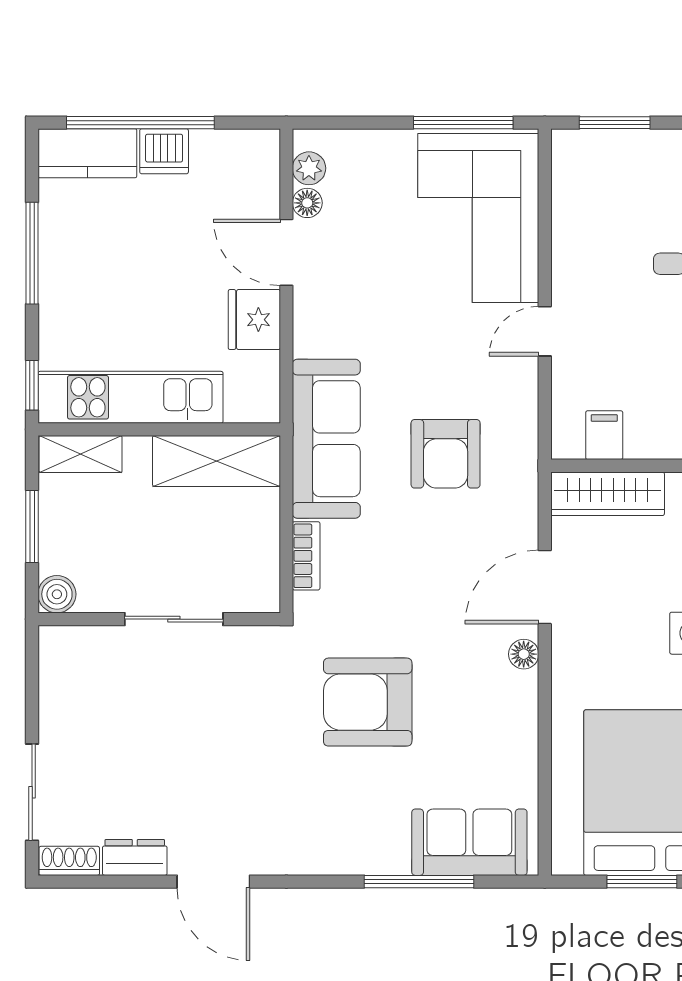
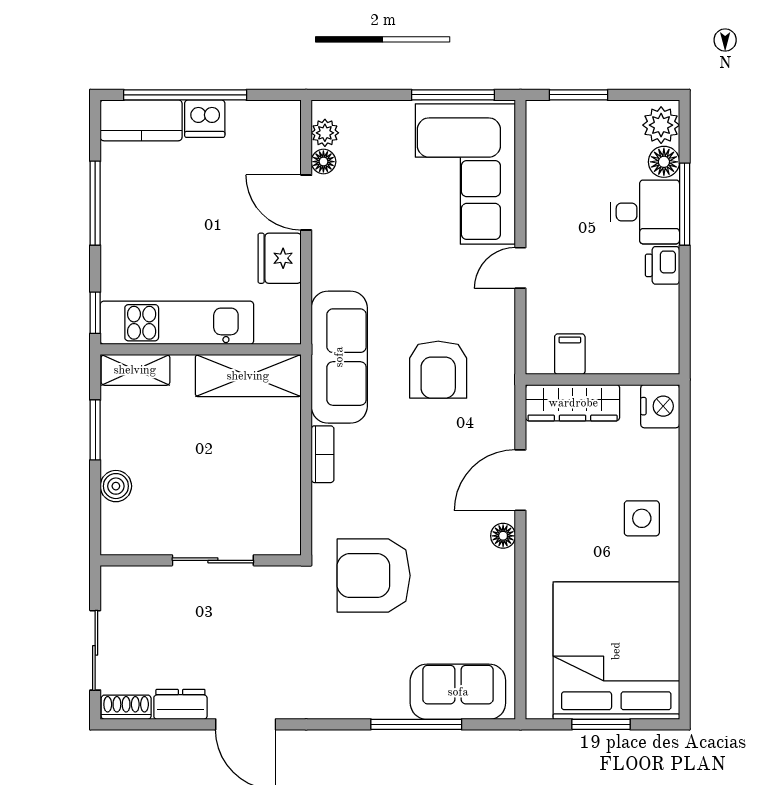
wall: (159, 619) -> (201, 560), moved
sliding door: (174, 619) -> (213, 560), moved

